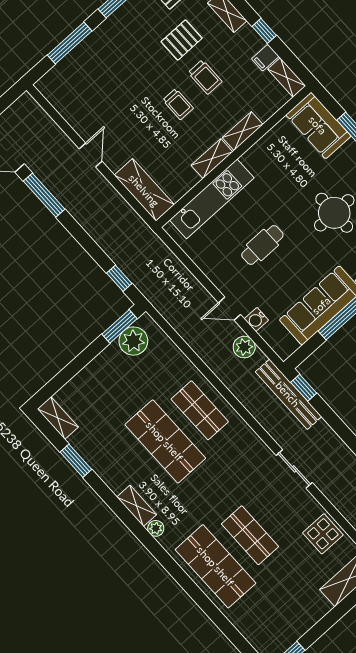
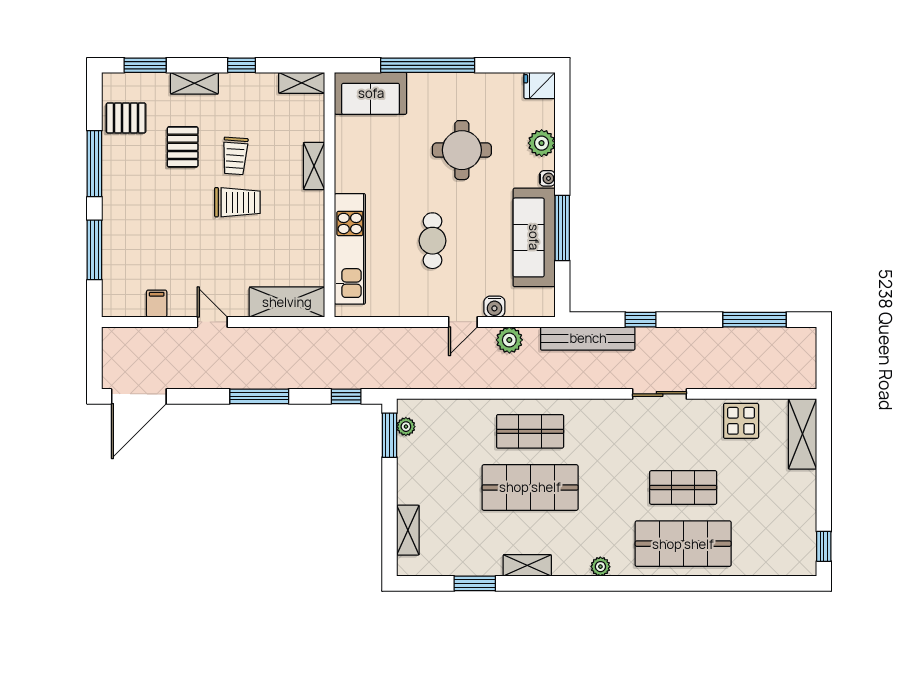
filing cabinet: (265, 58) -> (157, 304), moved, turned 180
trolley: (205, 77) -> (235, 156), turned 94
trolley: (178, 104) -> (237, 202), width x1.36, depth x1.39
shelving: (212, 159) -> (314, 216), removed
window: (44, 195) -> (259, 396), moved
plant: (133, 341) -> (406, 427), width x0.53, depth x0.53
window: (304, 388) -> (641, 320), moved
shelving: (58, 418) -> (408, 530), moved, turned 90
shelving: (137, 506) -> (527, 565), moved

